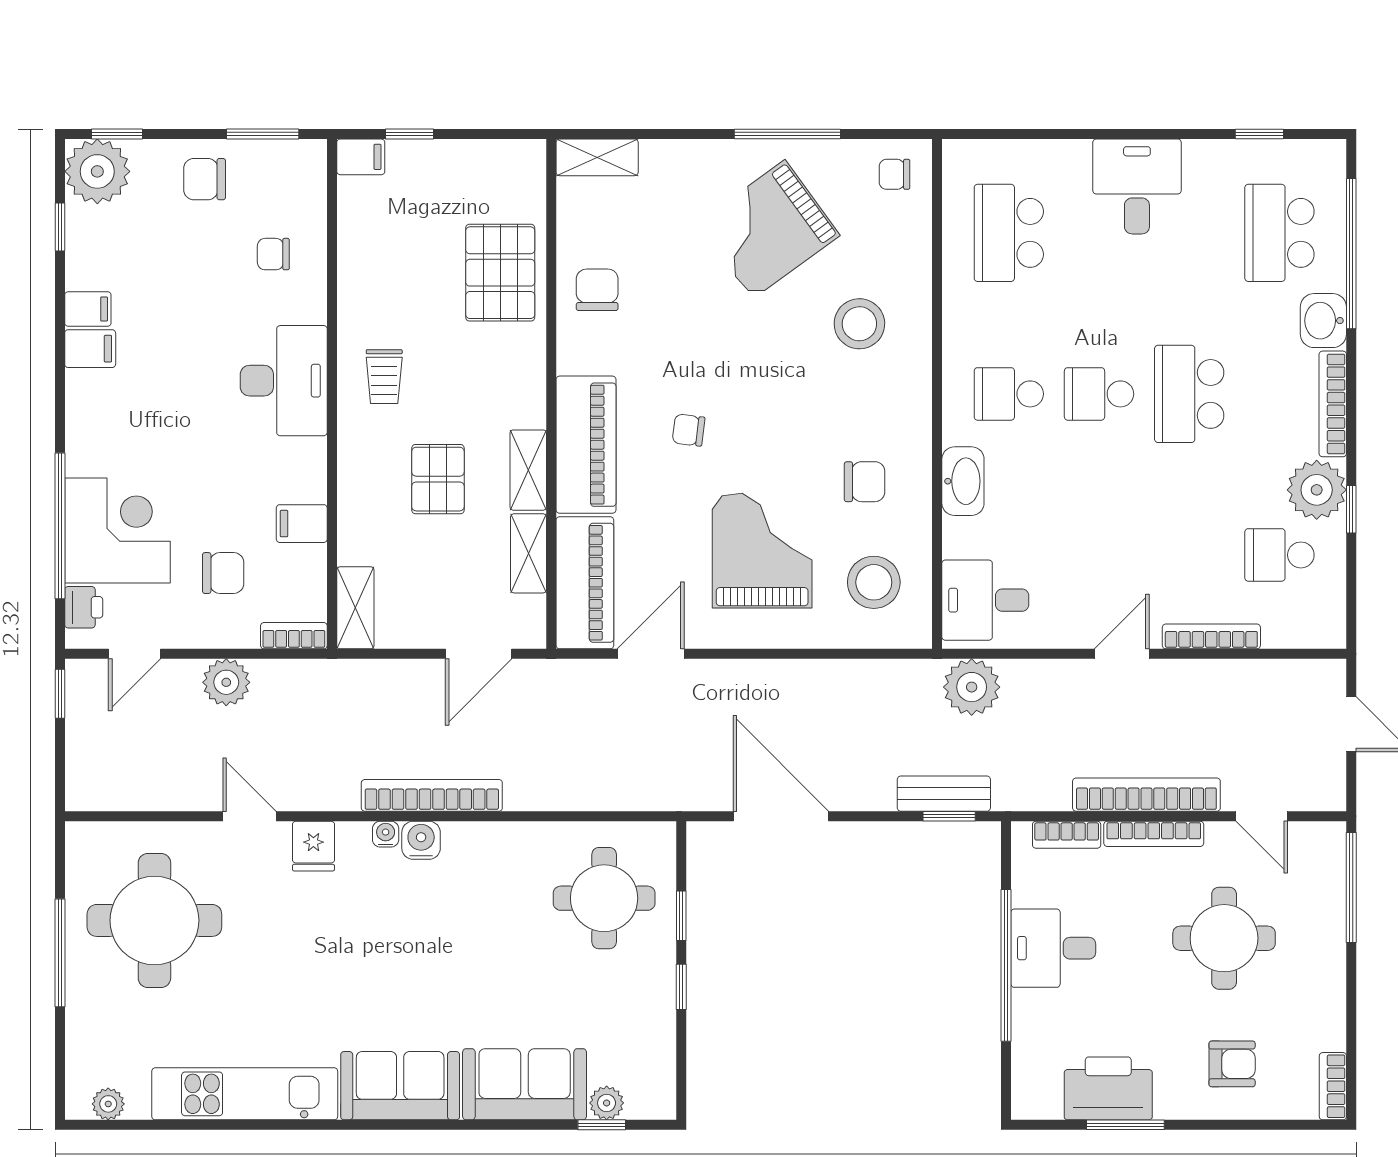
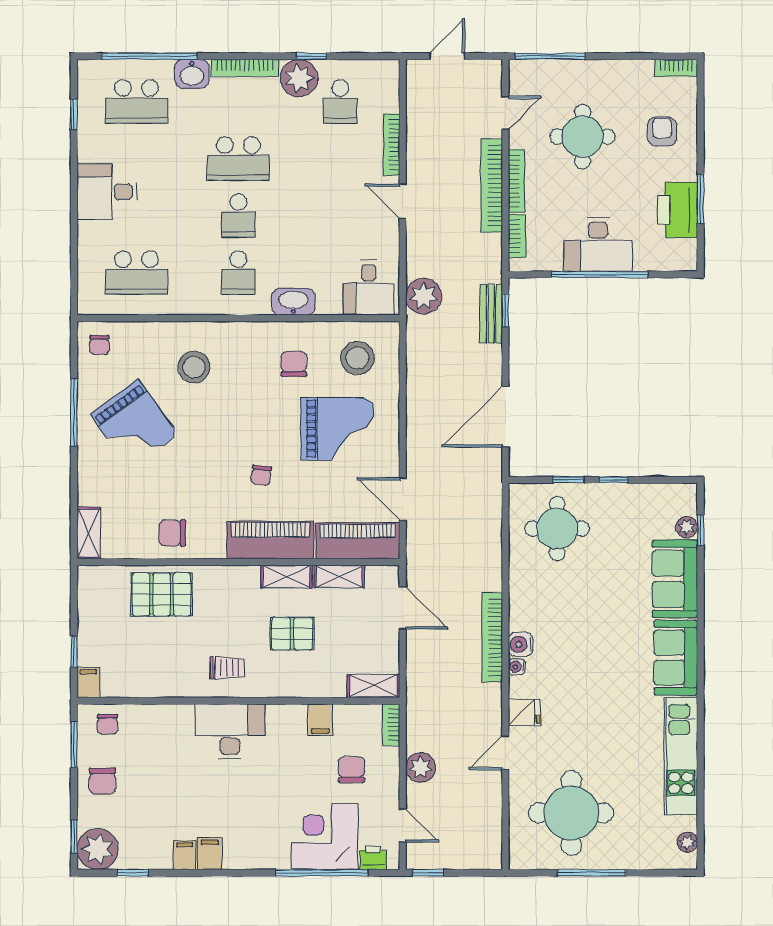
chair: (273, 254) -> (107, 724), moved
grand piano: (762, 551) -> (337, 429), turned 180
desk: (1053, 948) -> (598, 245), width x1.37

